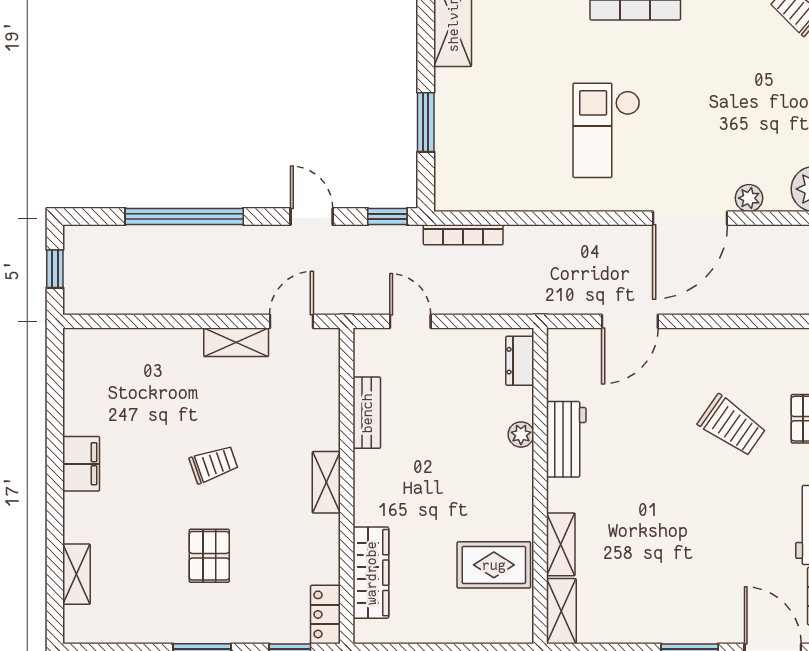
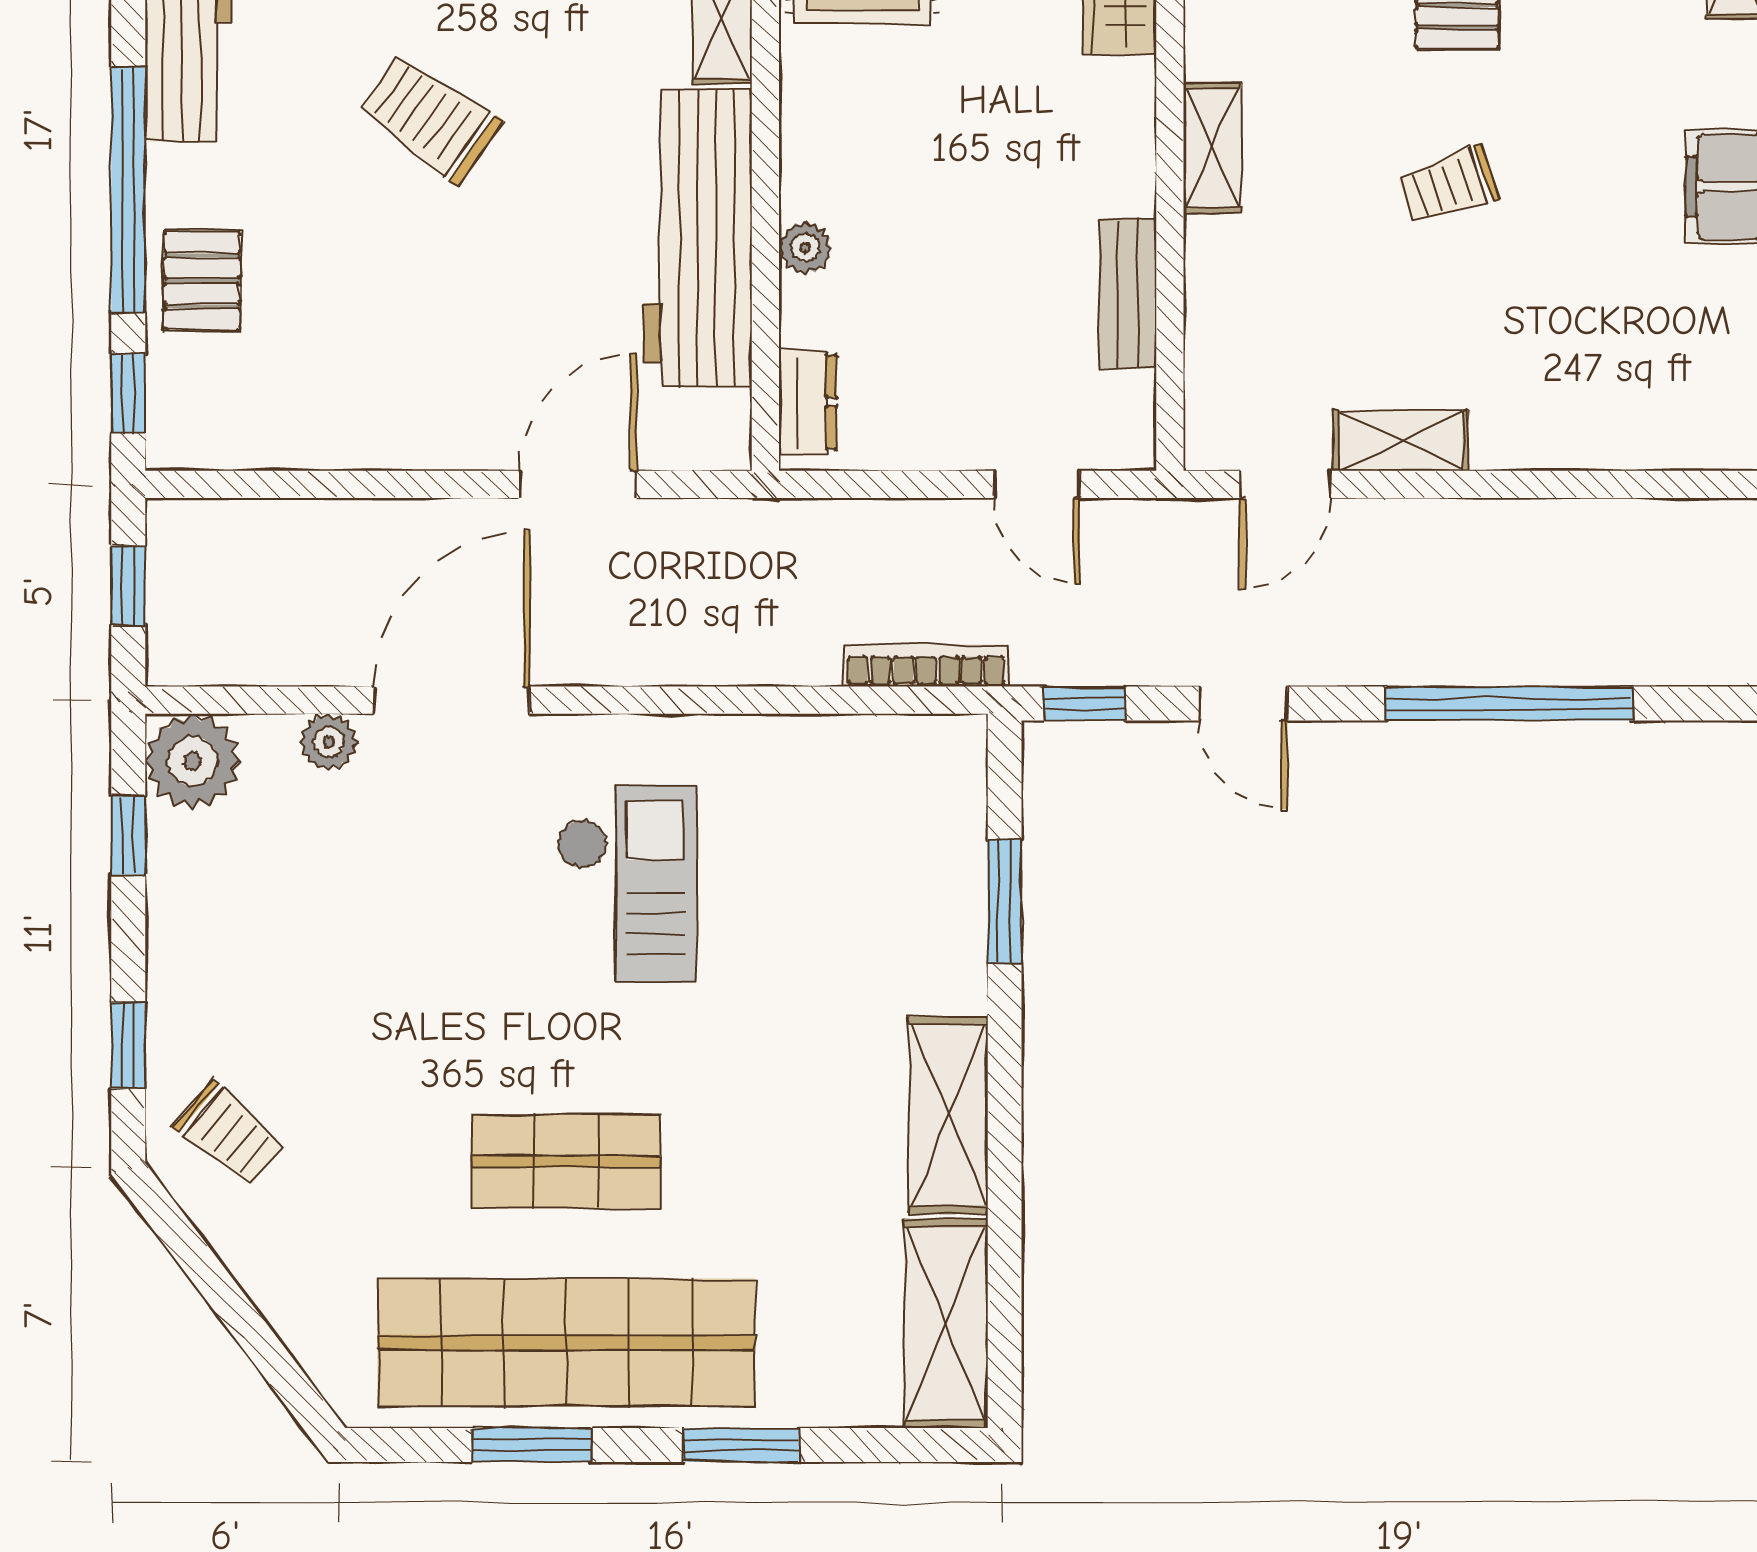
trolley: (732, 426) -> (430, 118), moved
workbench: (566, 439) -> (698, 238), width x1.88, depth x1.32

